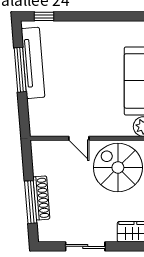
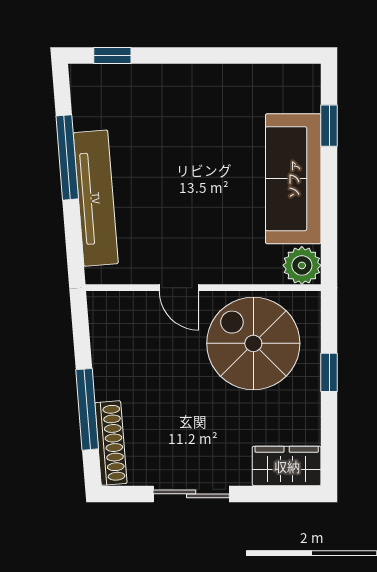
tv unit: (33, 63) -> (96, 198), moved
shoe rack: (41, 198) -> (111, 443), moved

